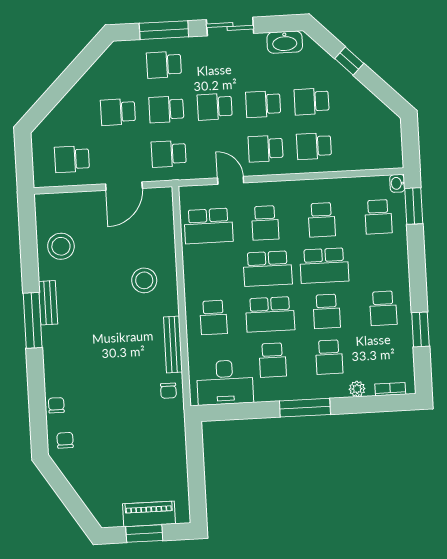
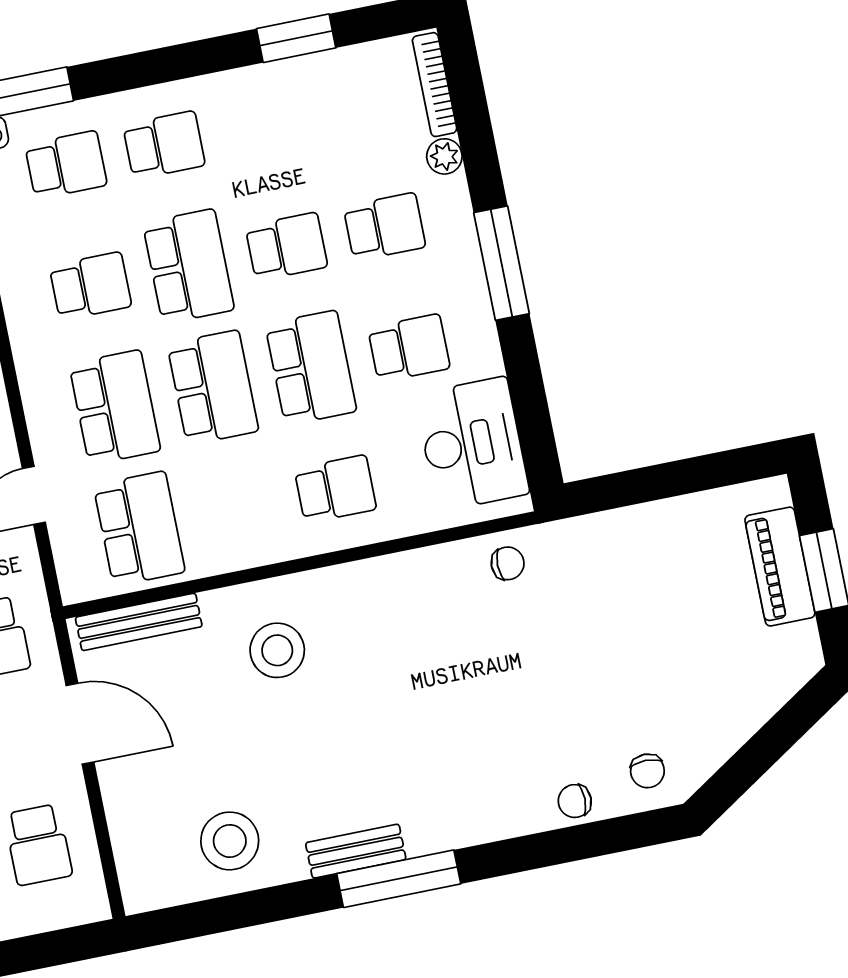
school desk: (265, 223) -> (115, 407), width x1.85
school desk: (383, 308) -> (164, 145), moved
bench: (173, 345) -> (139, 622), moved
bookcase: (390, 389) -> (435, 85), width x1.56
chair: (65, 440) -> (647, 771), turned -90

